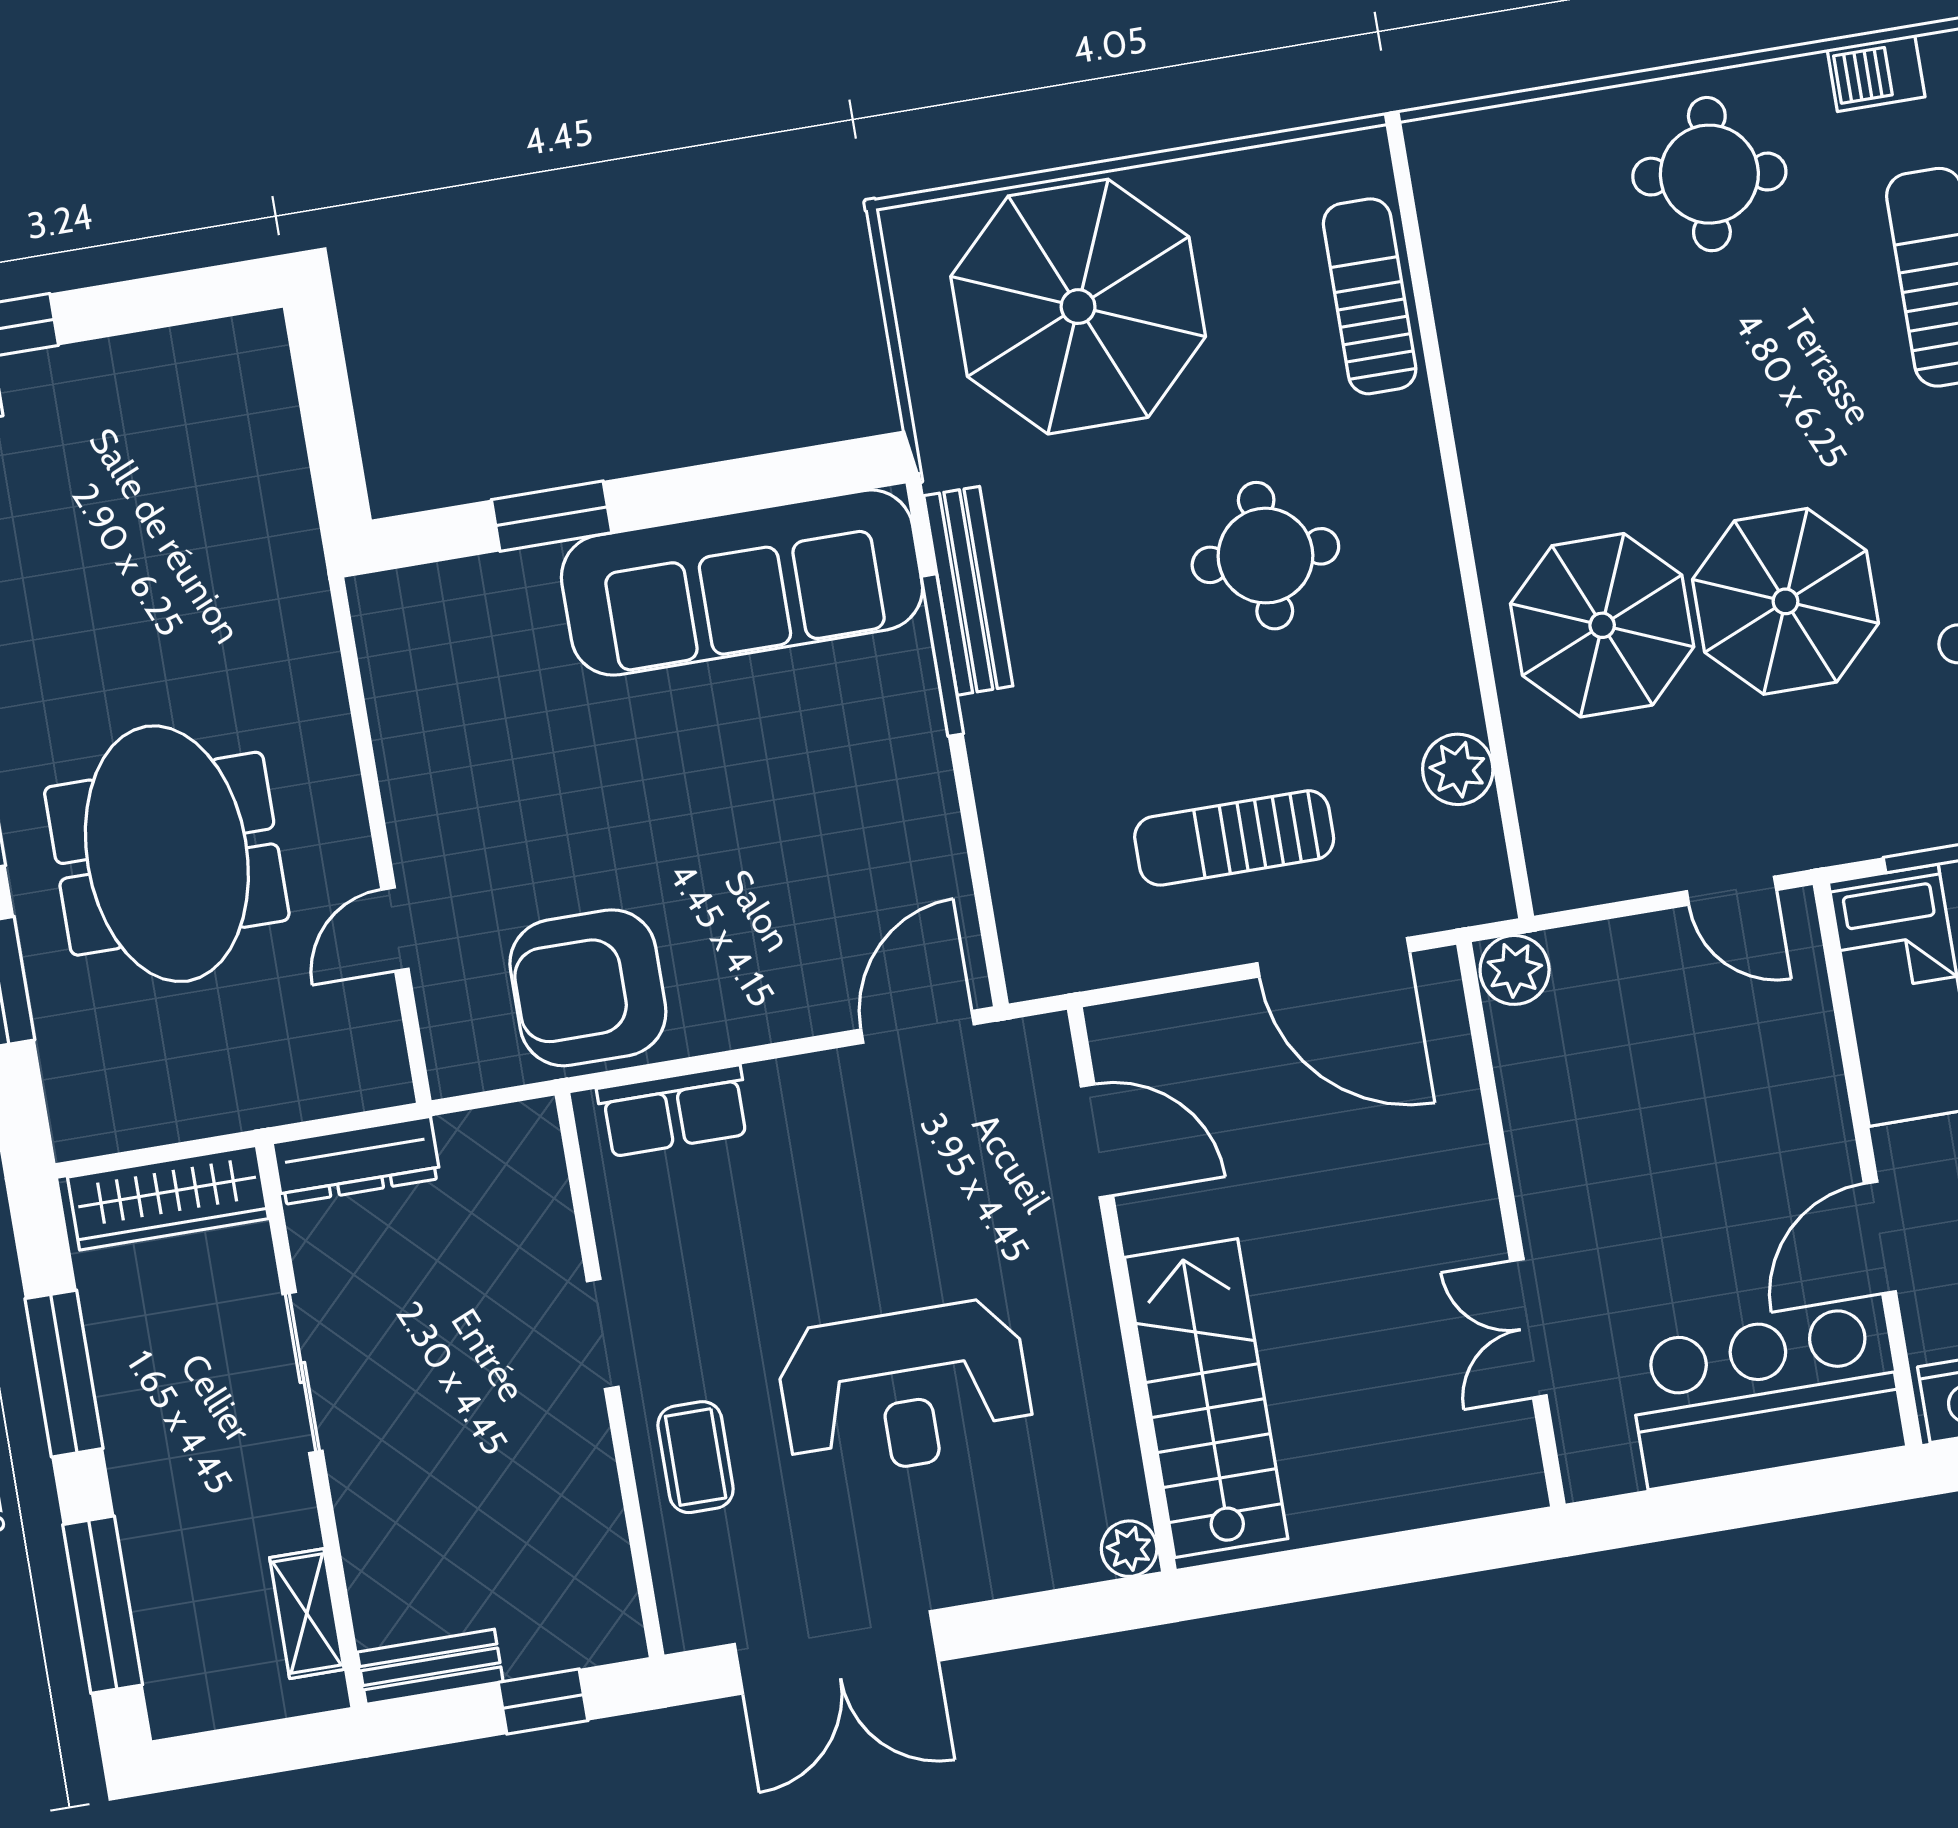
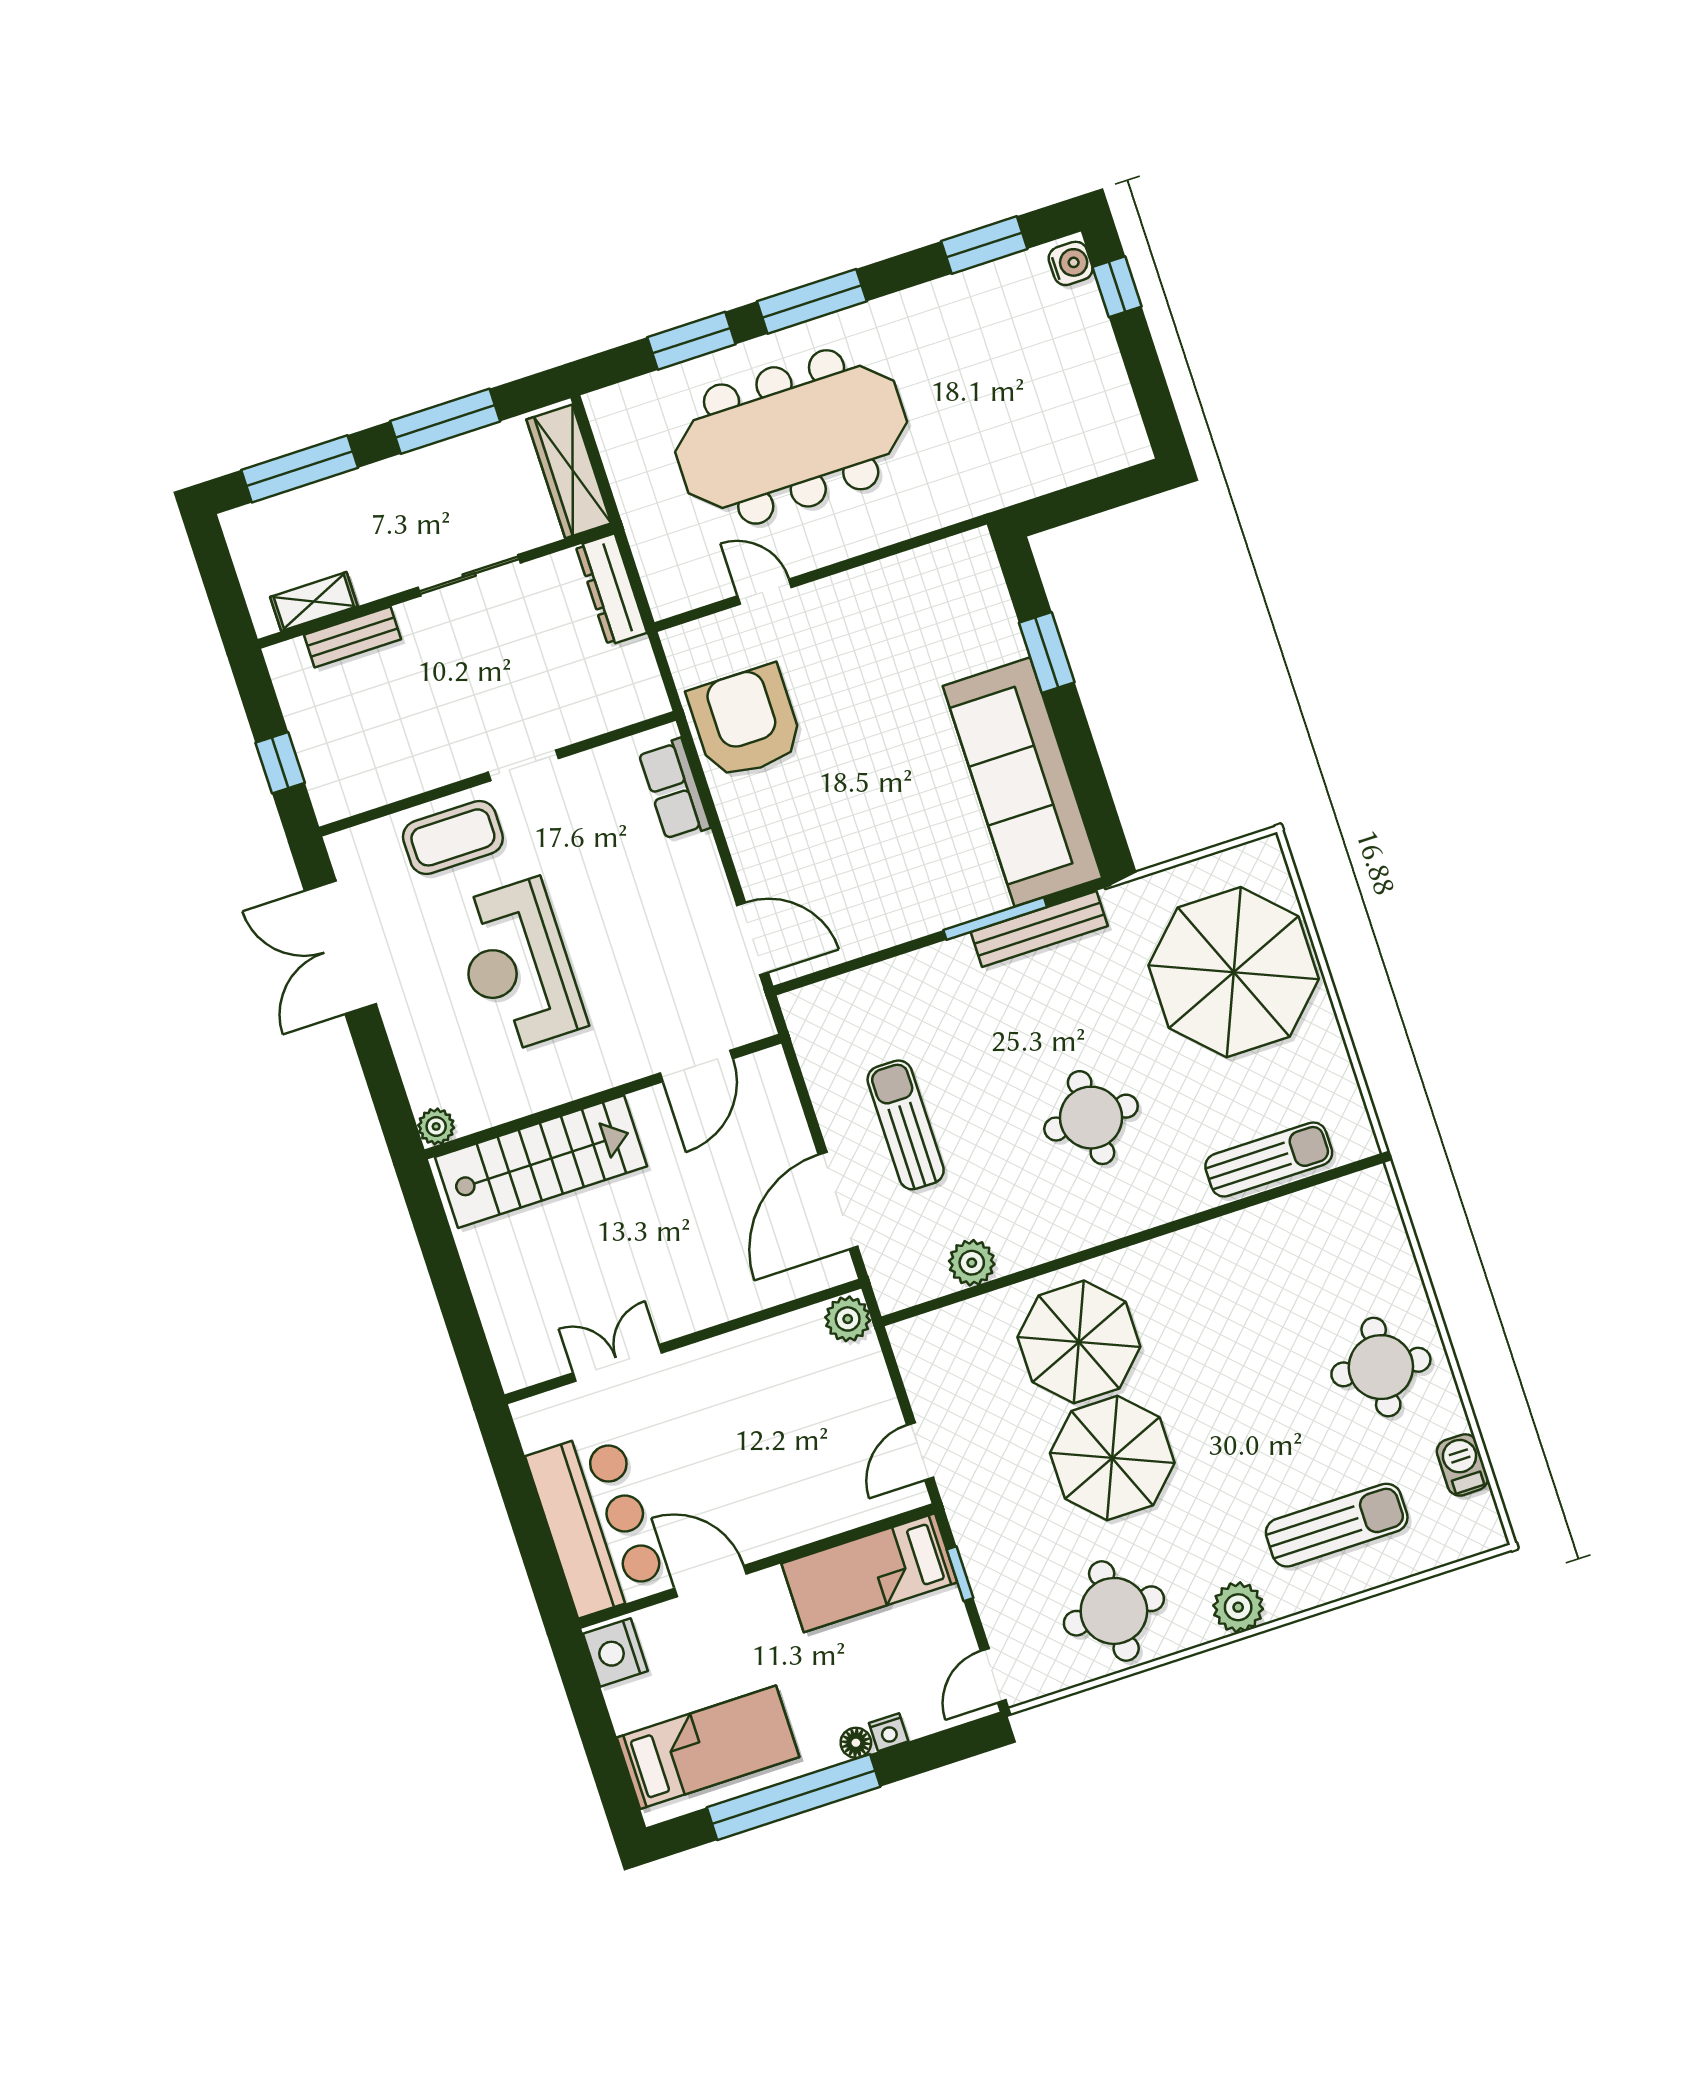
meeting table: (167, 854) -> (791, 437), width x1.36
coffee table: (696, 1457) -> (453, 837), width x1.36, depth x1.30
bench: (430, 1667) -> (353, 637), moved, turned 90

